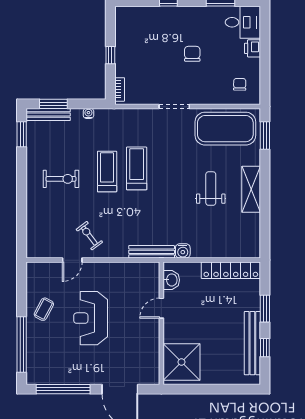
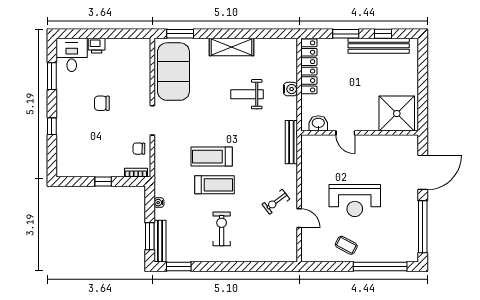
chair: (240, 84) -> (139, 149), moved
treadmill: (107, 172) -> (215, 185), turned 180
weight bench: (211, 189) -> (247, 94), moved
water cooler: (183, 251) -> (290, 89), moved

